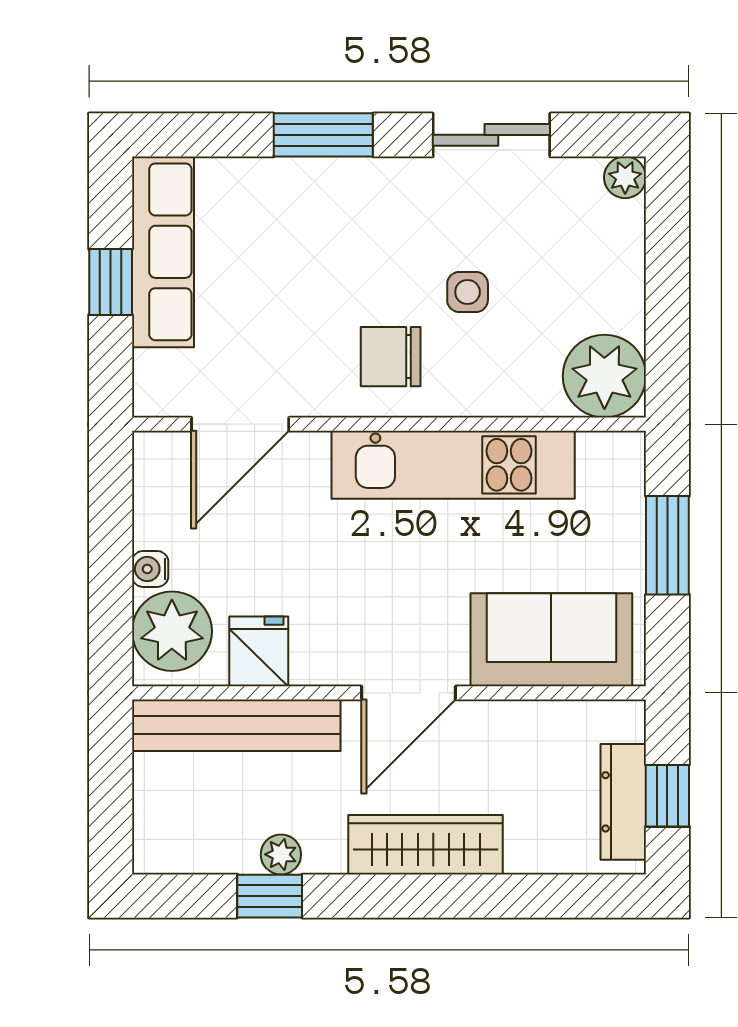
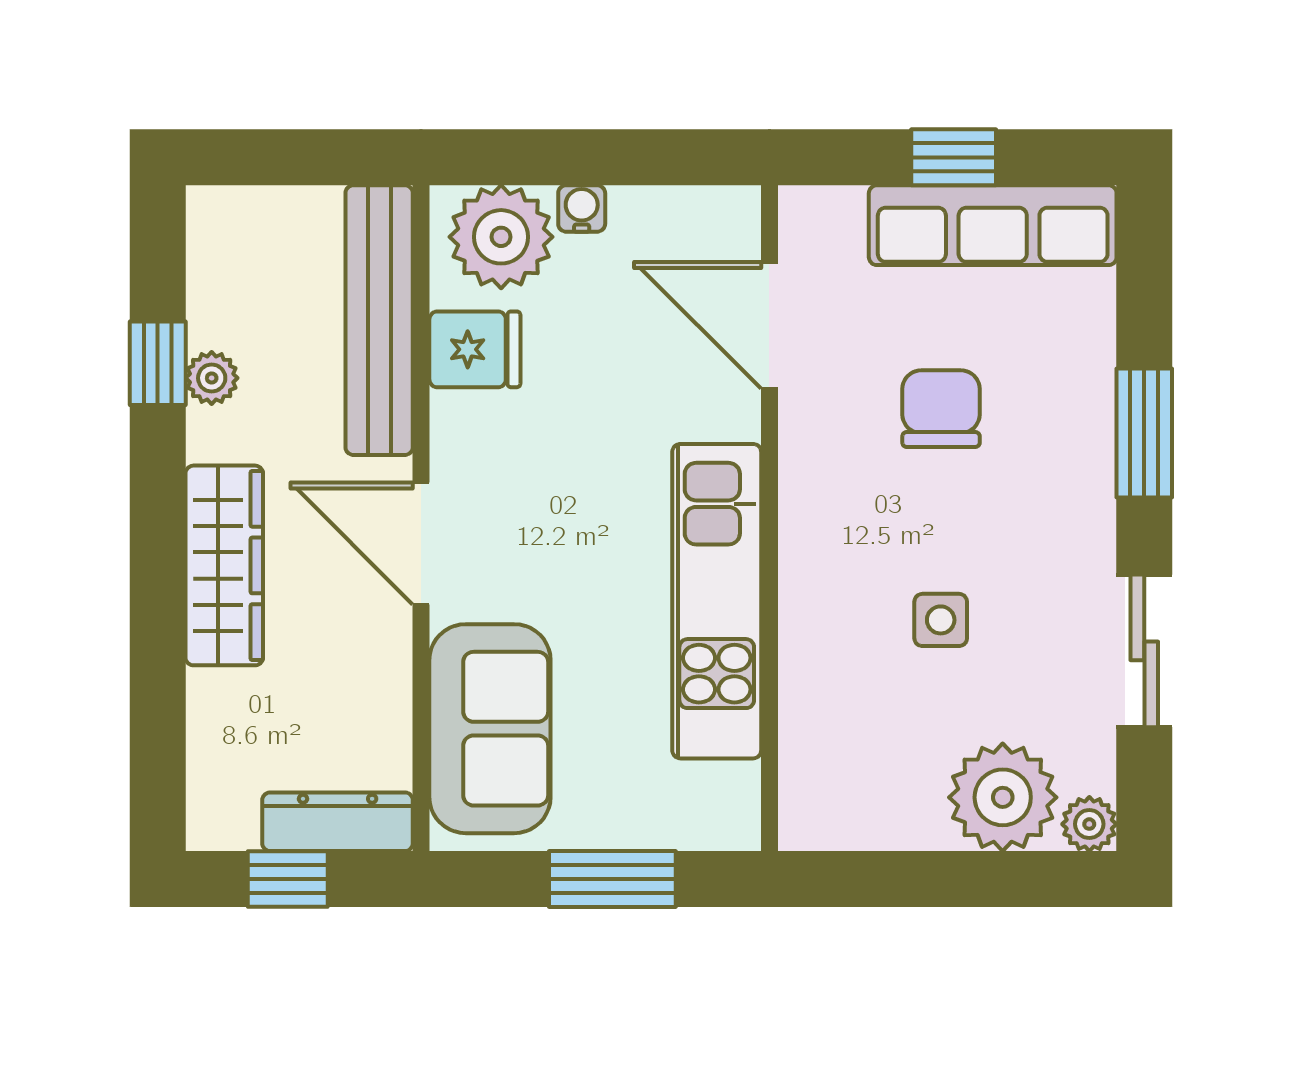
chair: (391, 357) -> (941, 409), moved
plant: (604, 376) -> (1003, 797), moved
dresser: (623, 802) -> (338, 822), moved

